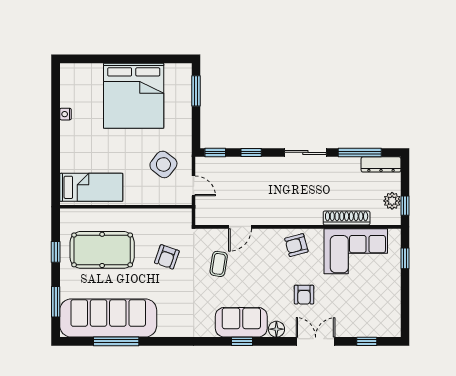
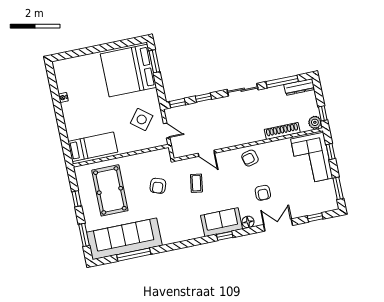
bed: (134, 96) -> (128, 71), moved, turned 90
plant: (392, 201) -> (315, 122), moved
door: (240, 227) -> (206, 153), hinge flipped
pool table: (102, 250) -> (110, 190), turned 90
corner sofa: (356, 251) -> (312, 158), moved, turned 90
window: (405, 309) -> (338, 188), added

